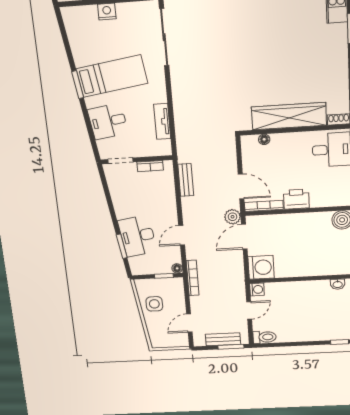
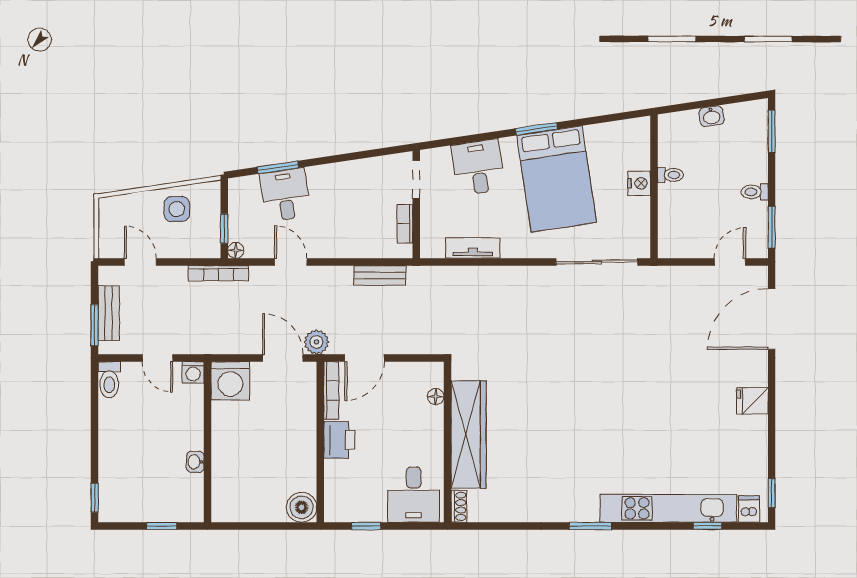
bed: (112, 76) -> (557, 179), width x1.50
desk: (137, 236) -> (285, 195), width x0.73
washbasin: (338, 284) -> (195, 462), moved

